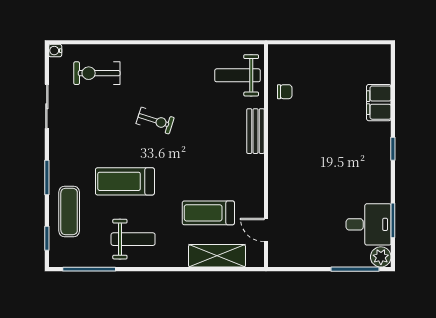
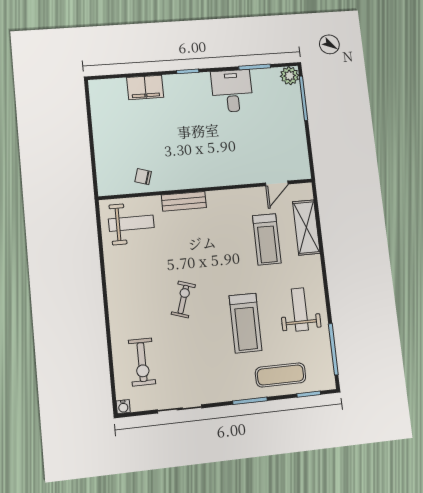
weight bench: (238, 75) -> (131, 223), turned -90
chair: (285, 92) -> (143, 177), turned -73
desk: (369, 224) -> (232, 91), moved

